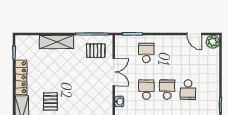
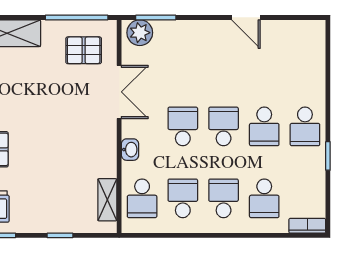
door: (194, 34) -> (246, 17), moved
plant: (213, 42) -> (140, 33), moved
school desk: (146, 53) -> (305, 126), moved, turned 180

